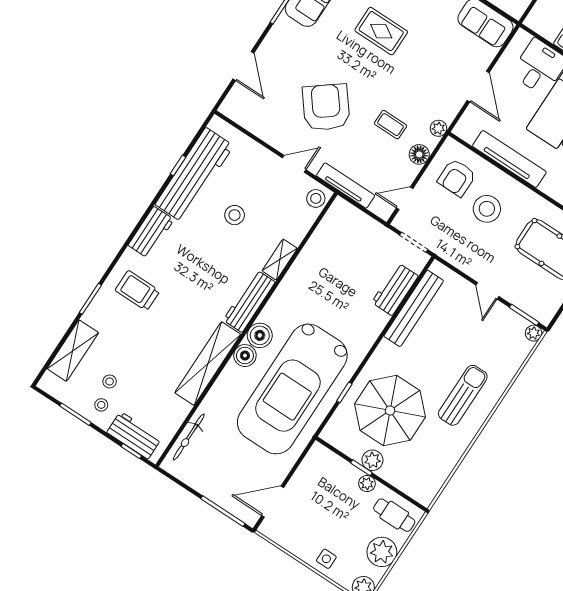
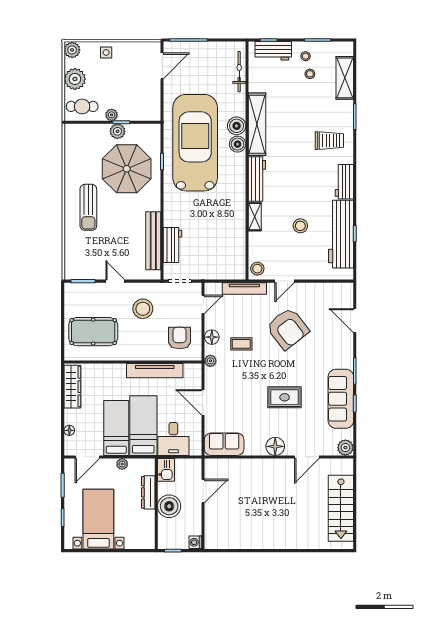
stool: (487, 209) -> (143, 309), moved
plant: (534, 333) -> (70, 274), removed
boiler: (260, 335) -> (237, 126), moved

